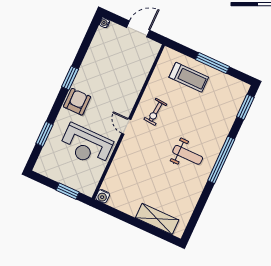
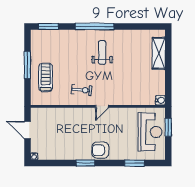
reception desk: (86, 145) -> (150, 132), moved

